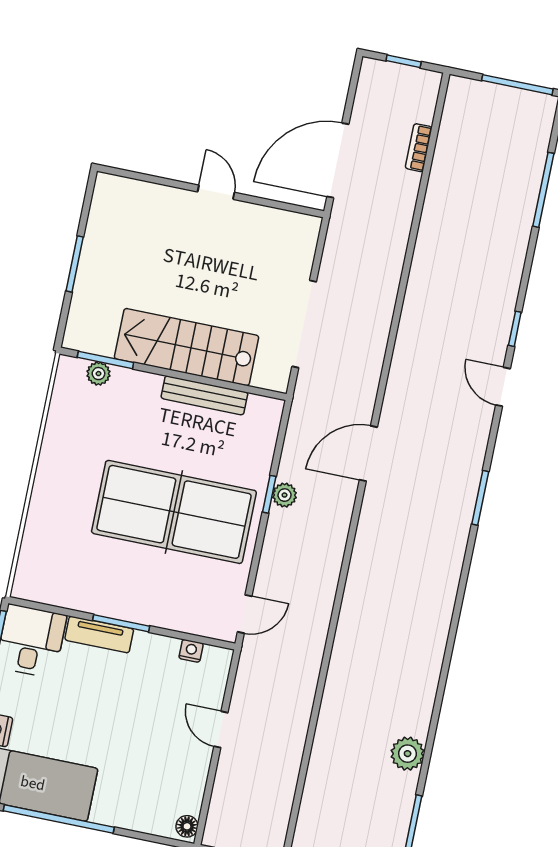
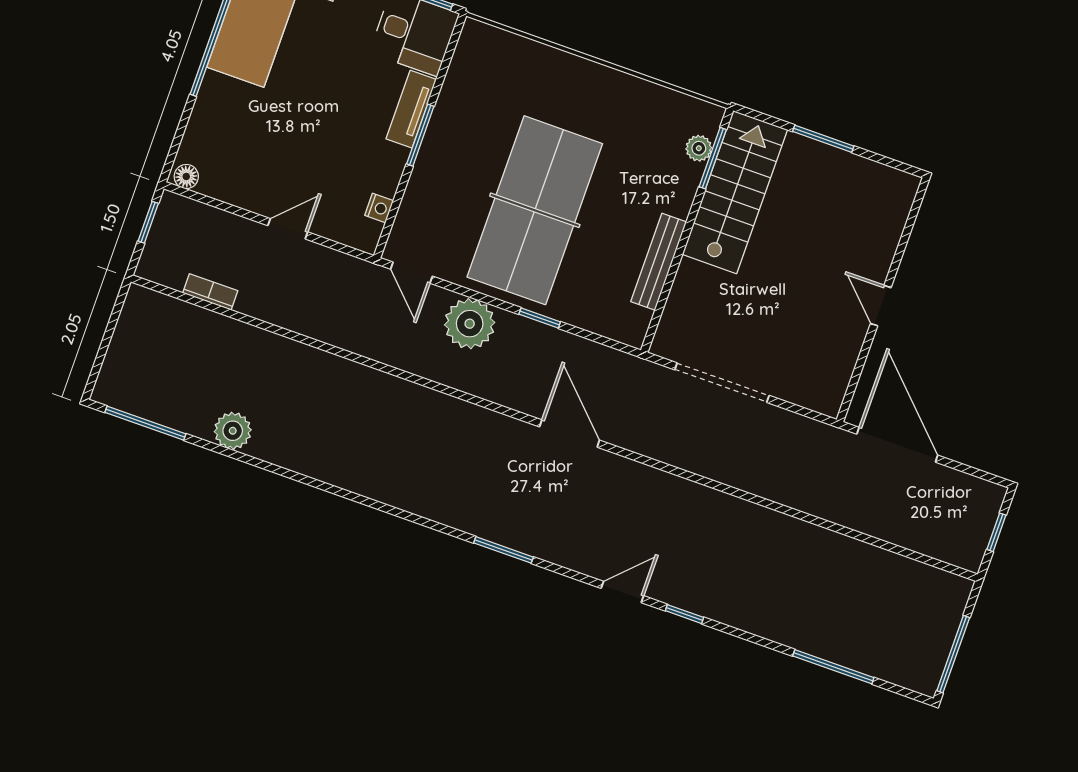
bookcase: (419, 148) -> (210, 292), moved
door: (216, 192) -> (881, 306), swing flipped
stairs: (187, 347) -> (735, 192), moved
plant: (285, 495) -> (470, 324), moved, width x1.88, depth x1.88

